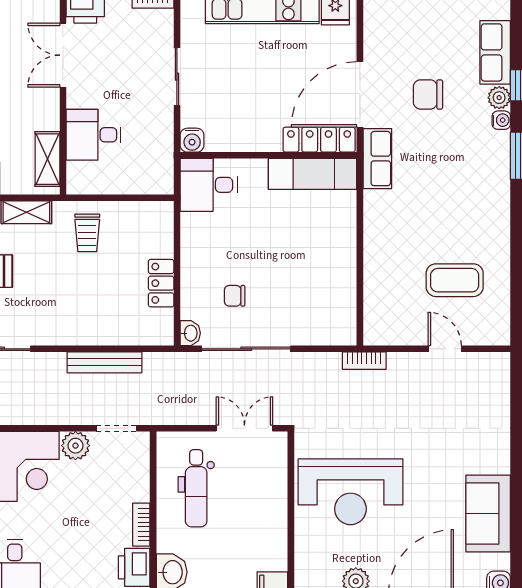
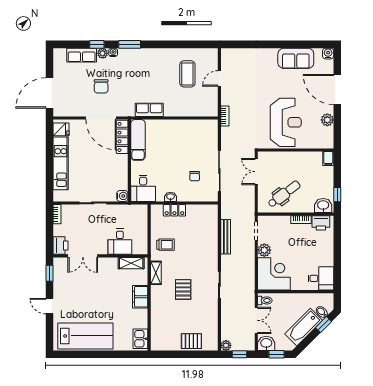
row of seats: (377, 159) -> (149, 110), moved
locker: (161, 283) -> (174, 210), moved
washbasin: (190, 333) -> (171, 197), moved
dental chair: (196, 488) -> (284, 194), turned -37

